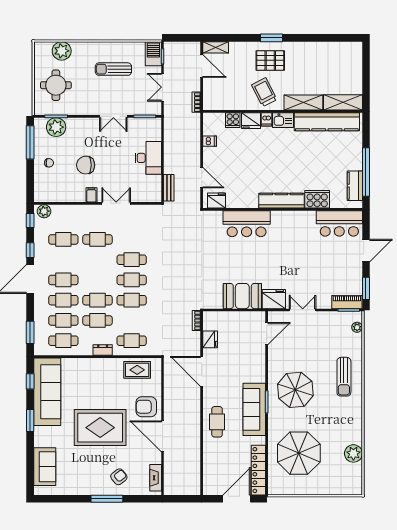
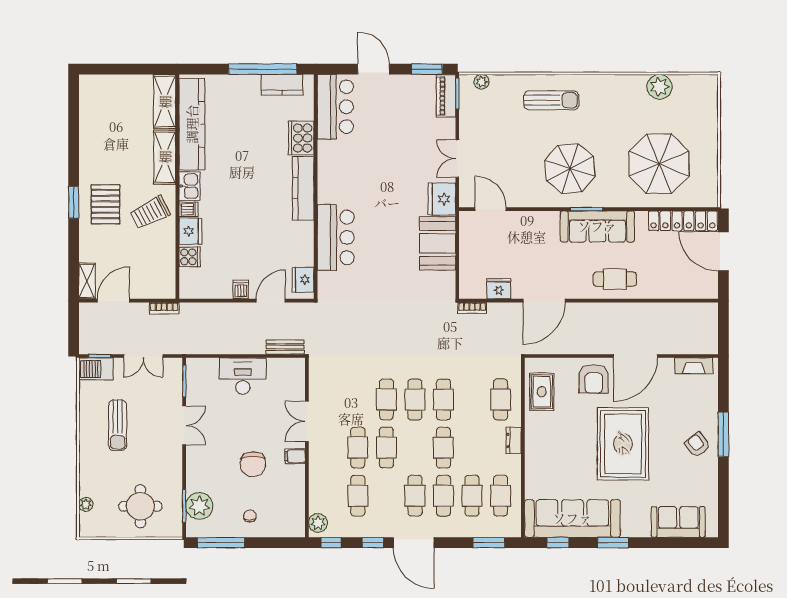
plant: (62, 51) -> (86, 504), width x0.53, depth x0.53
dishwasher: (210, 141) -> (241, 289), moved
cafe table: (98, 320) -> (386, 448), moved
armchair: (119, 477) -> (698, 445), moved

